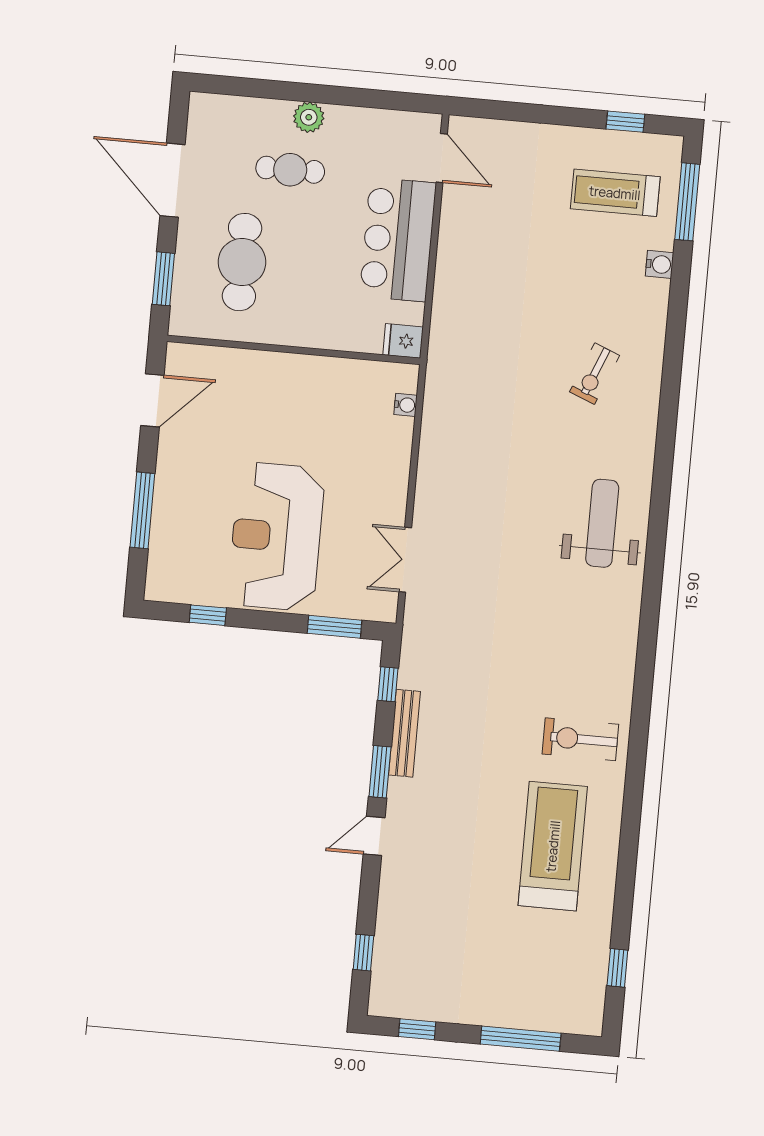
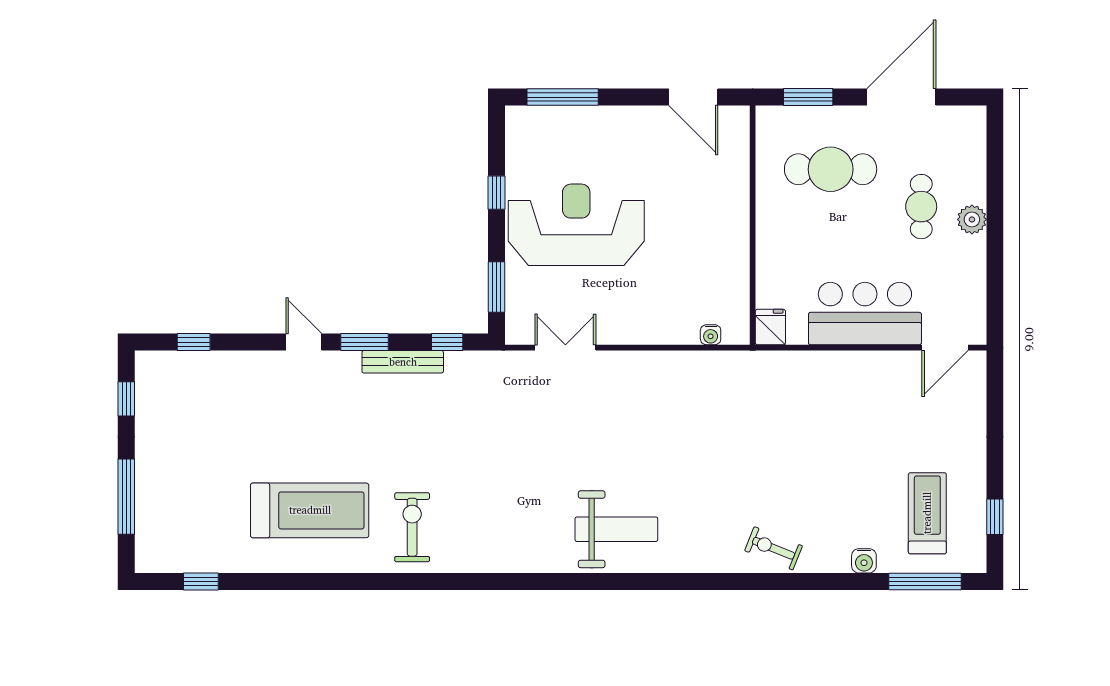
exercise bike: (595, 374) -> (774, 548), moved
window: (142, 510) -> (563, 97), moved
window: (208, 615) -> (497, 193), moved

